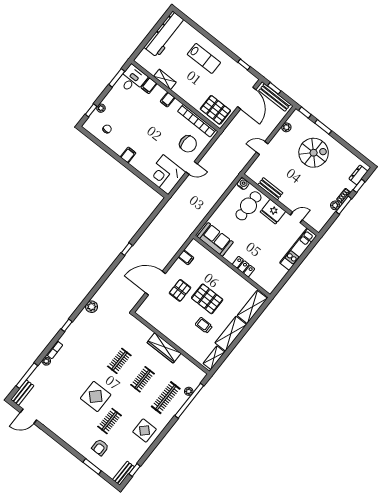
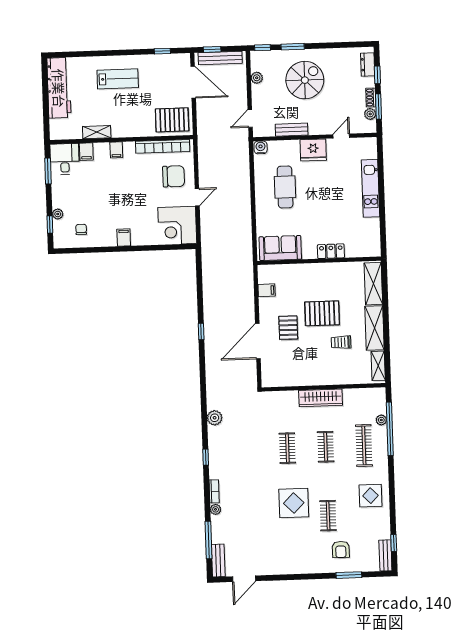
water cooler: (243, 184) -> (261, 147), moved
bench: (270, 189) -> (292, 130), moved
wall: (280, 205) -> (315, 137), moved
fridge: (273, 212) -> (313, 150), moved
door: (296, 217) -> (341, 136), moved

